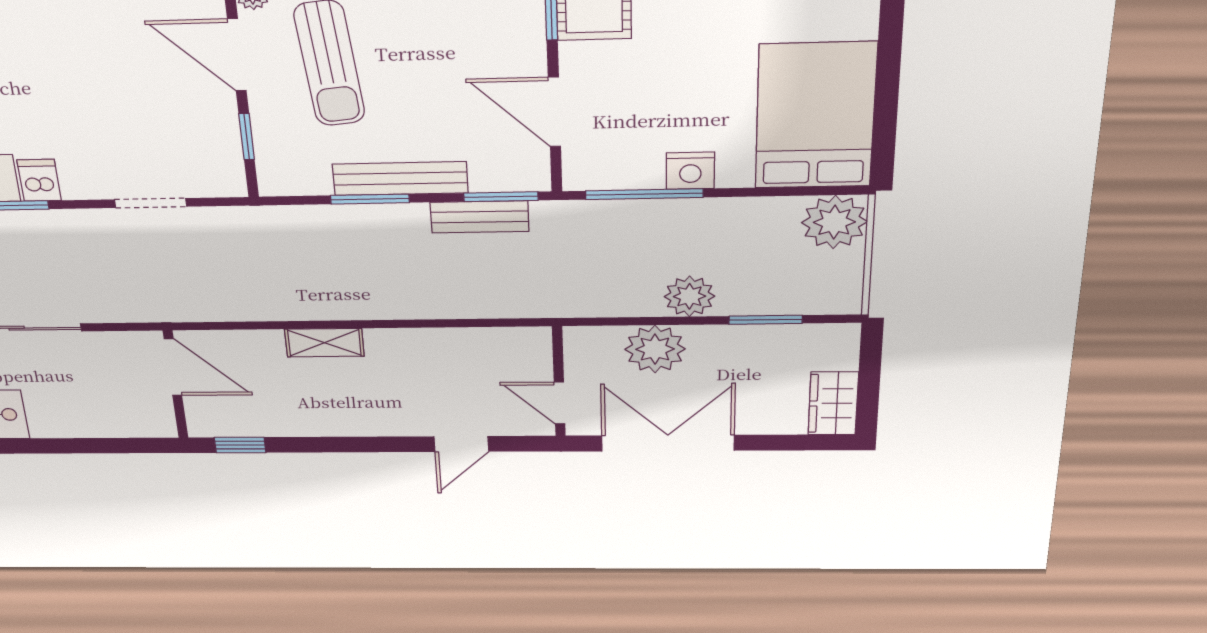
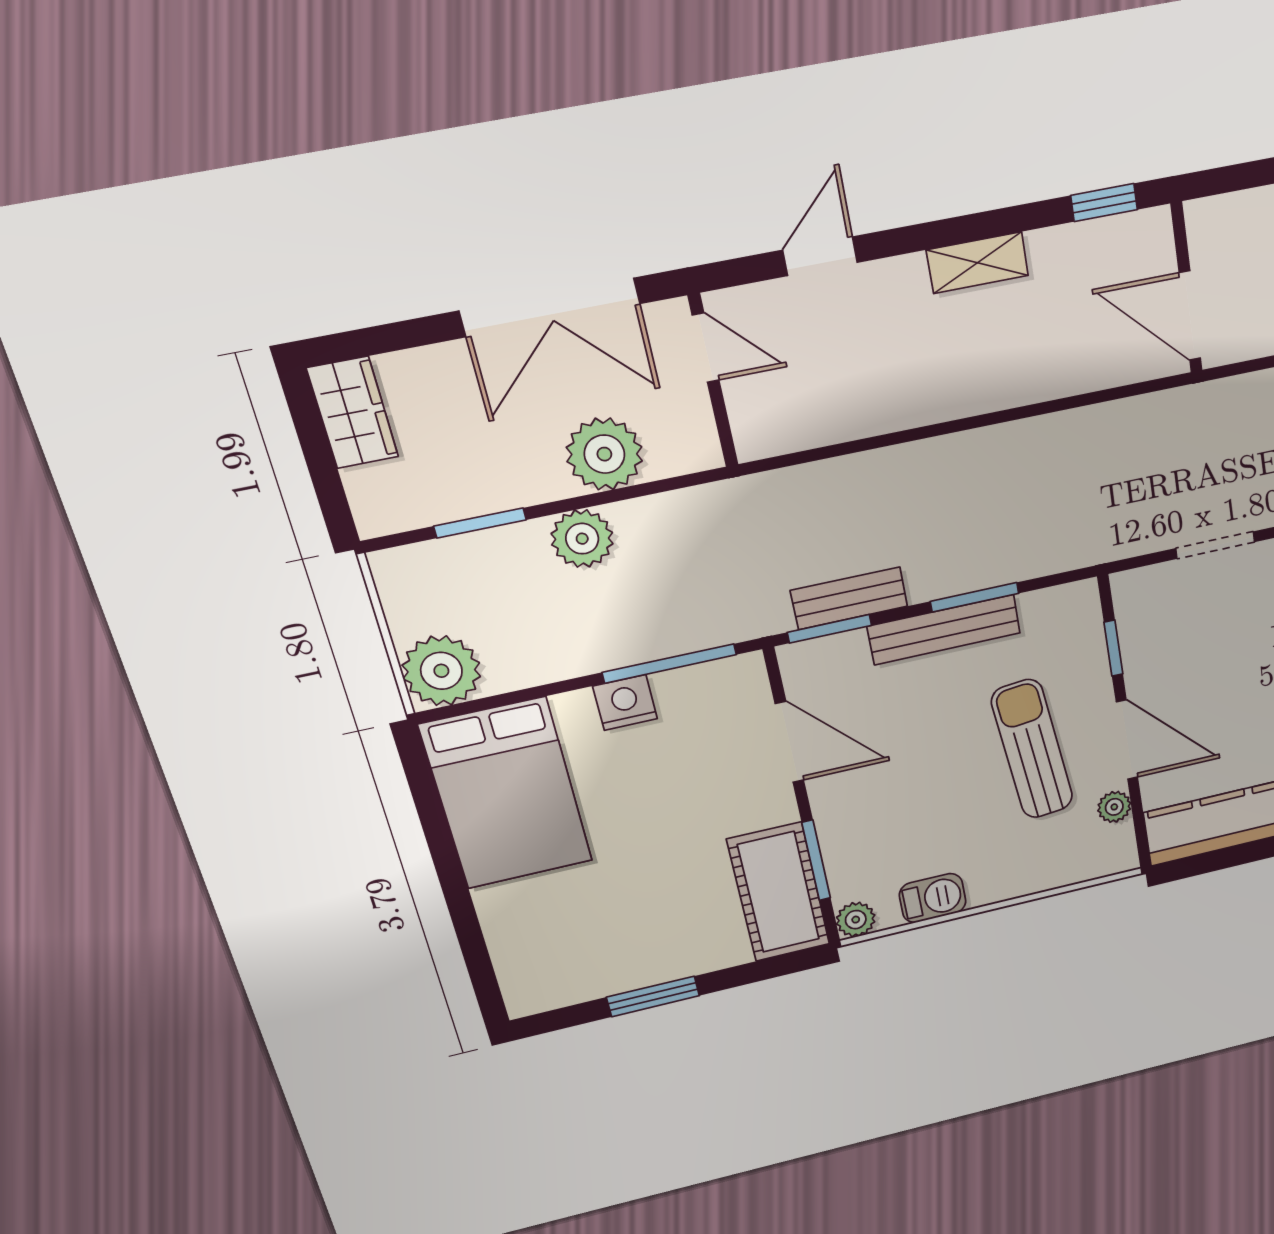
shelving: (324, 343) -> (977, 263), moved

